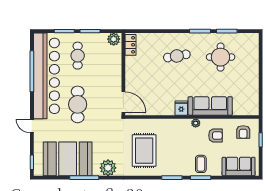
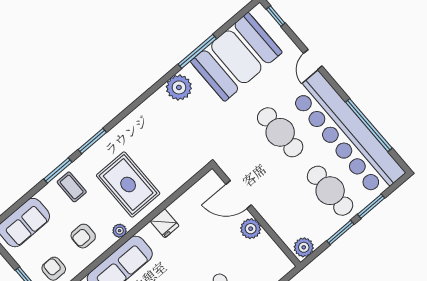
locker: (130, 45) -> (278, 258), removed
cafe table: (78, 56) -> (330, 191), width x1.37, depth x1.35
plant: (132, 70) -> (251, 229), added
door: (123, 102) -> (239, 195), moved
fridge: (181, 108) -> (165, 223), moved
door: (32, 126) -> (313, 60), swing flipped
rug: (144, 151) -> (128, 184), moved

